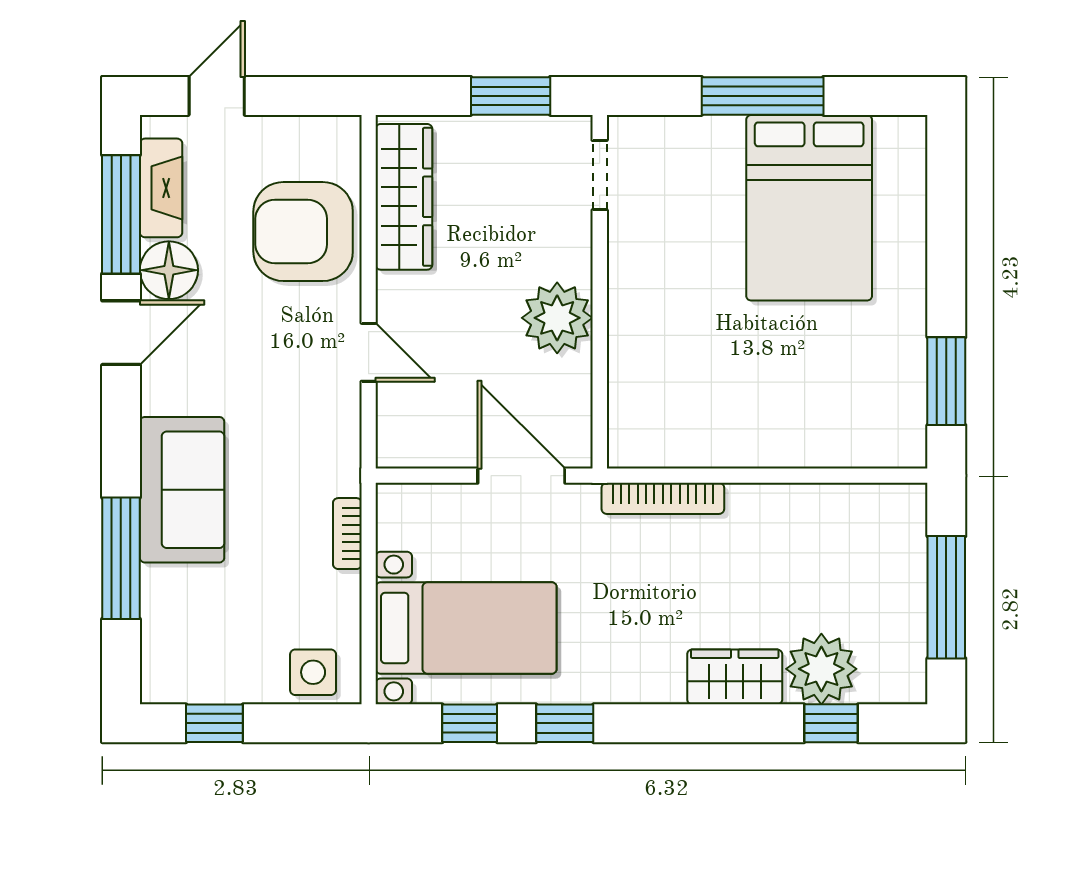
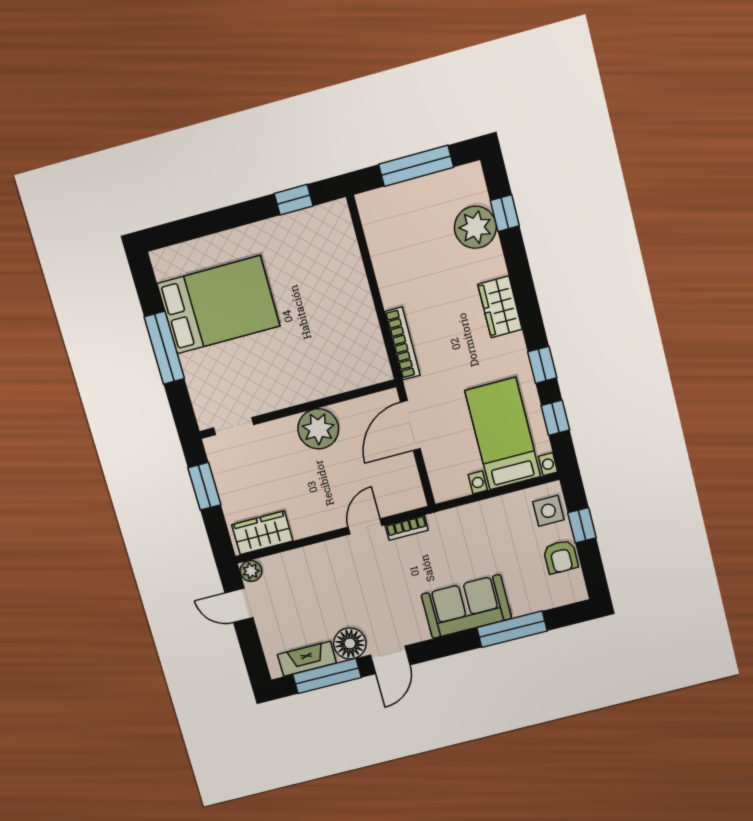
door: (217, 96) -> (239, 605), moved
plant: (342, 134) -> (251, 571), added
wardrobe: (404, 197) -> (262, 533), width x0.67
armchair: (303, 232) -> (561, 557), moved, width x0.53, depth x0.53
door: (121, 333) -> (390, 660), swing flipped
window: (946, 381) -> (294, 200), width x0.67
bookcase: (347, 534) -> (407, 528), moved
wardrobe: (735, 677) -> (500, 307), moved
window: (214, 723) -> (582, 525), moved

